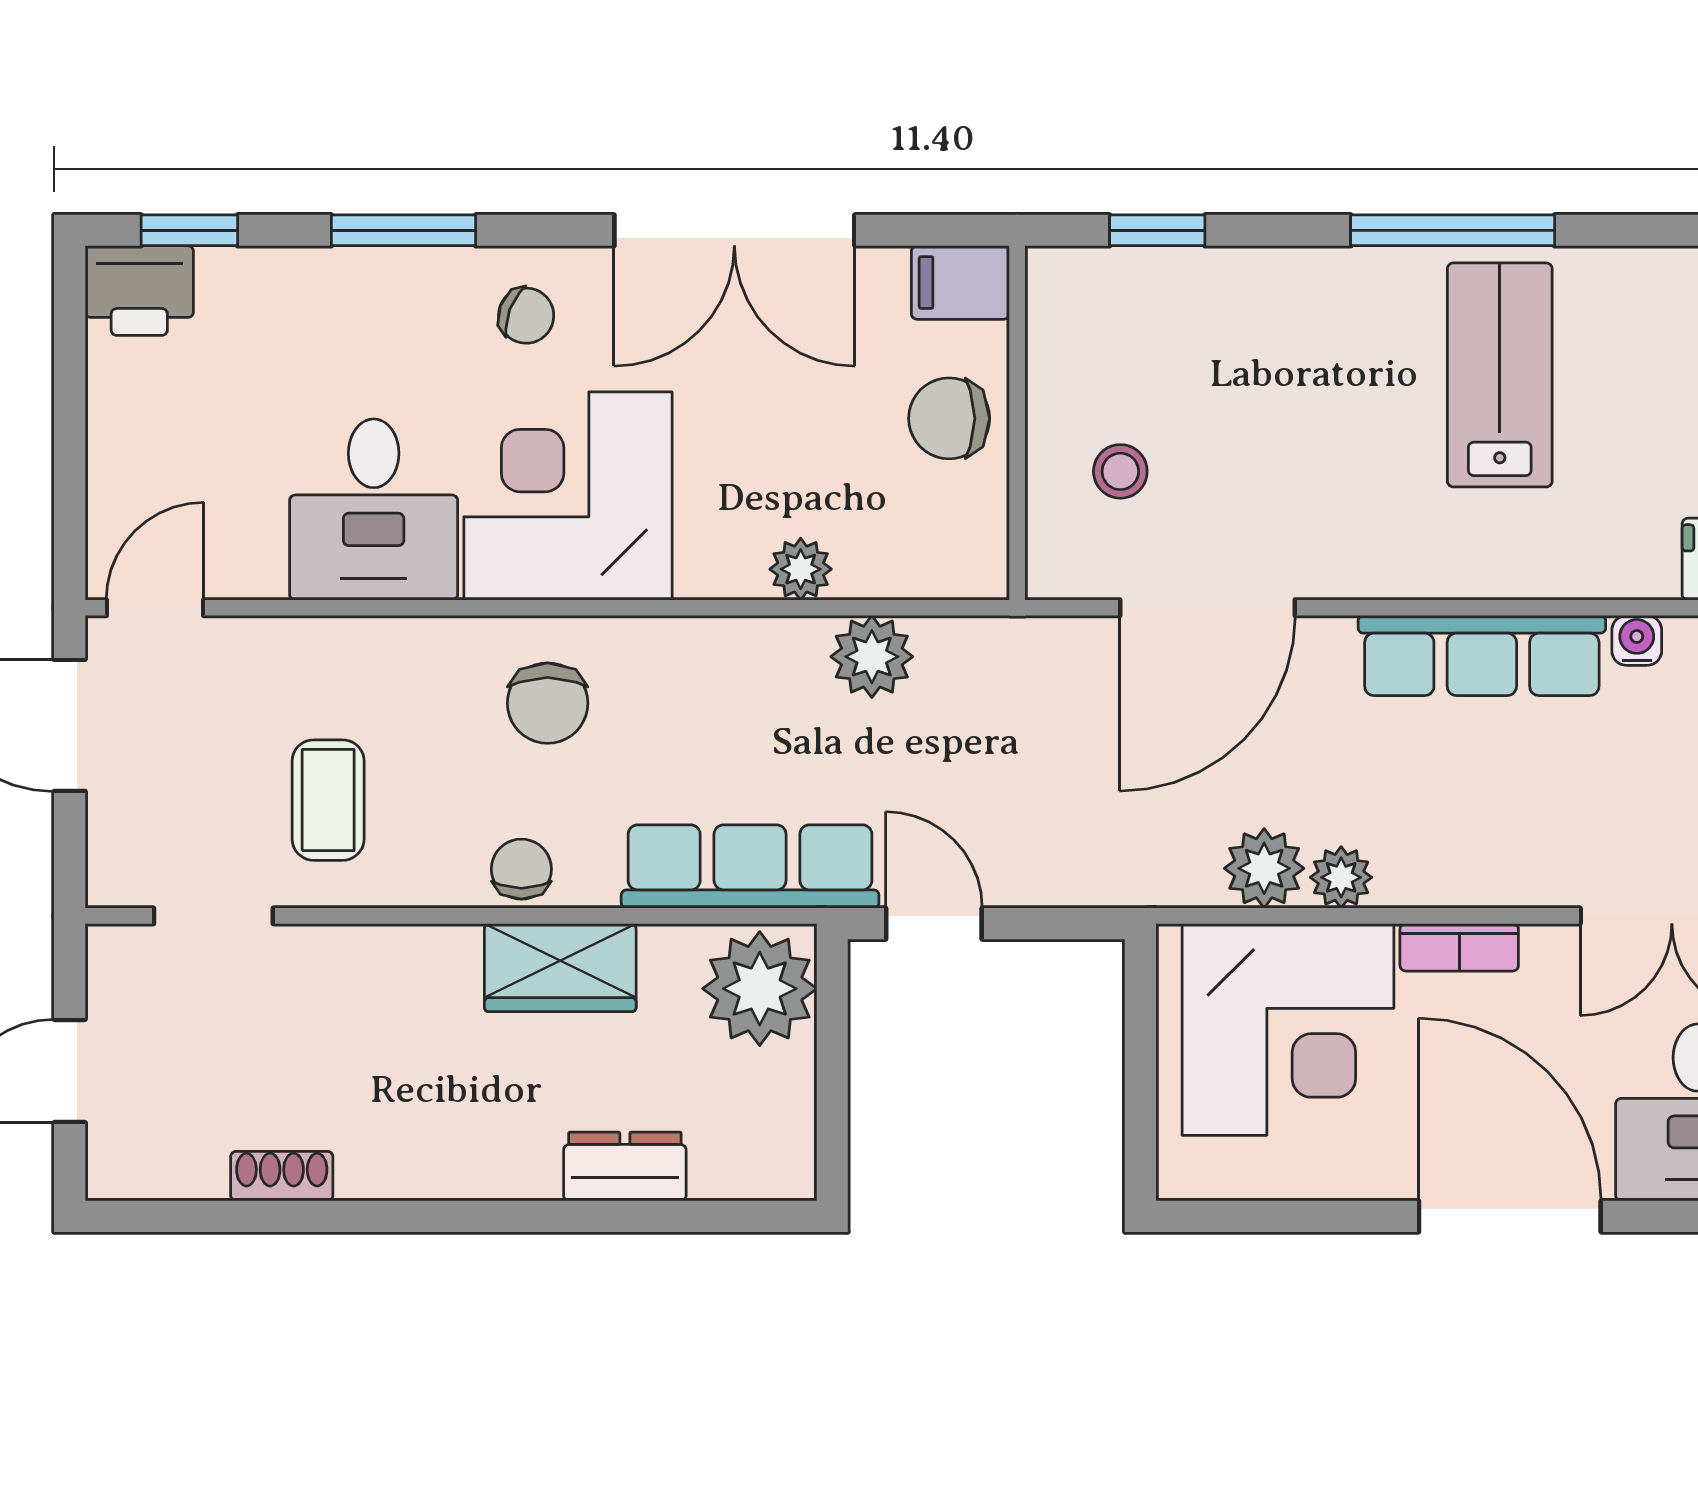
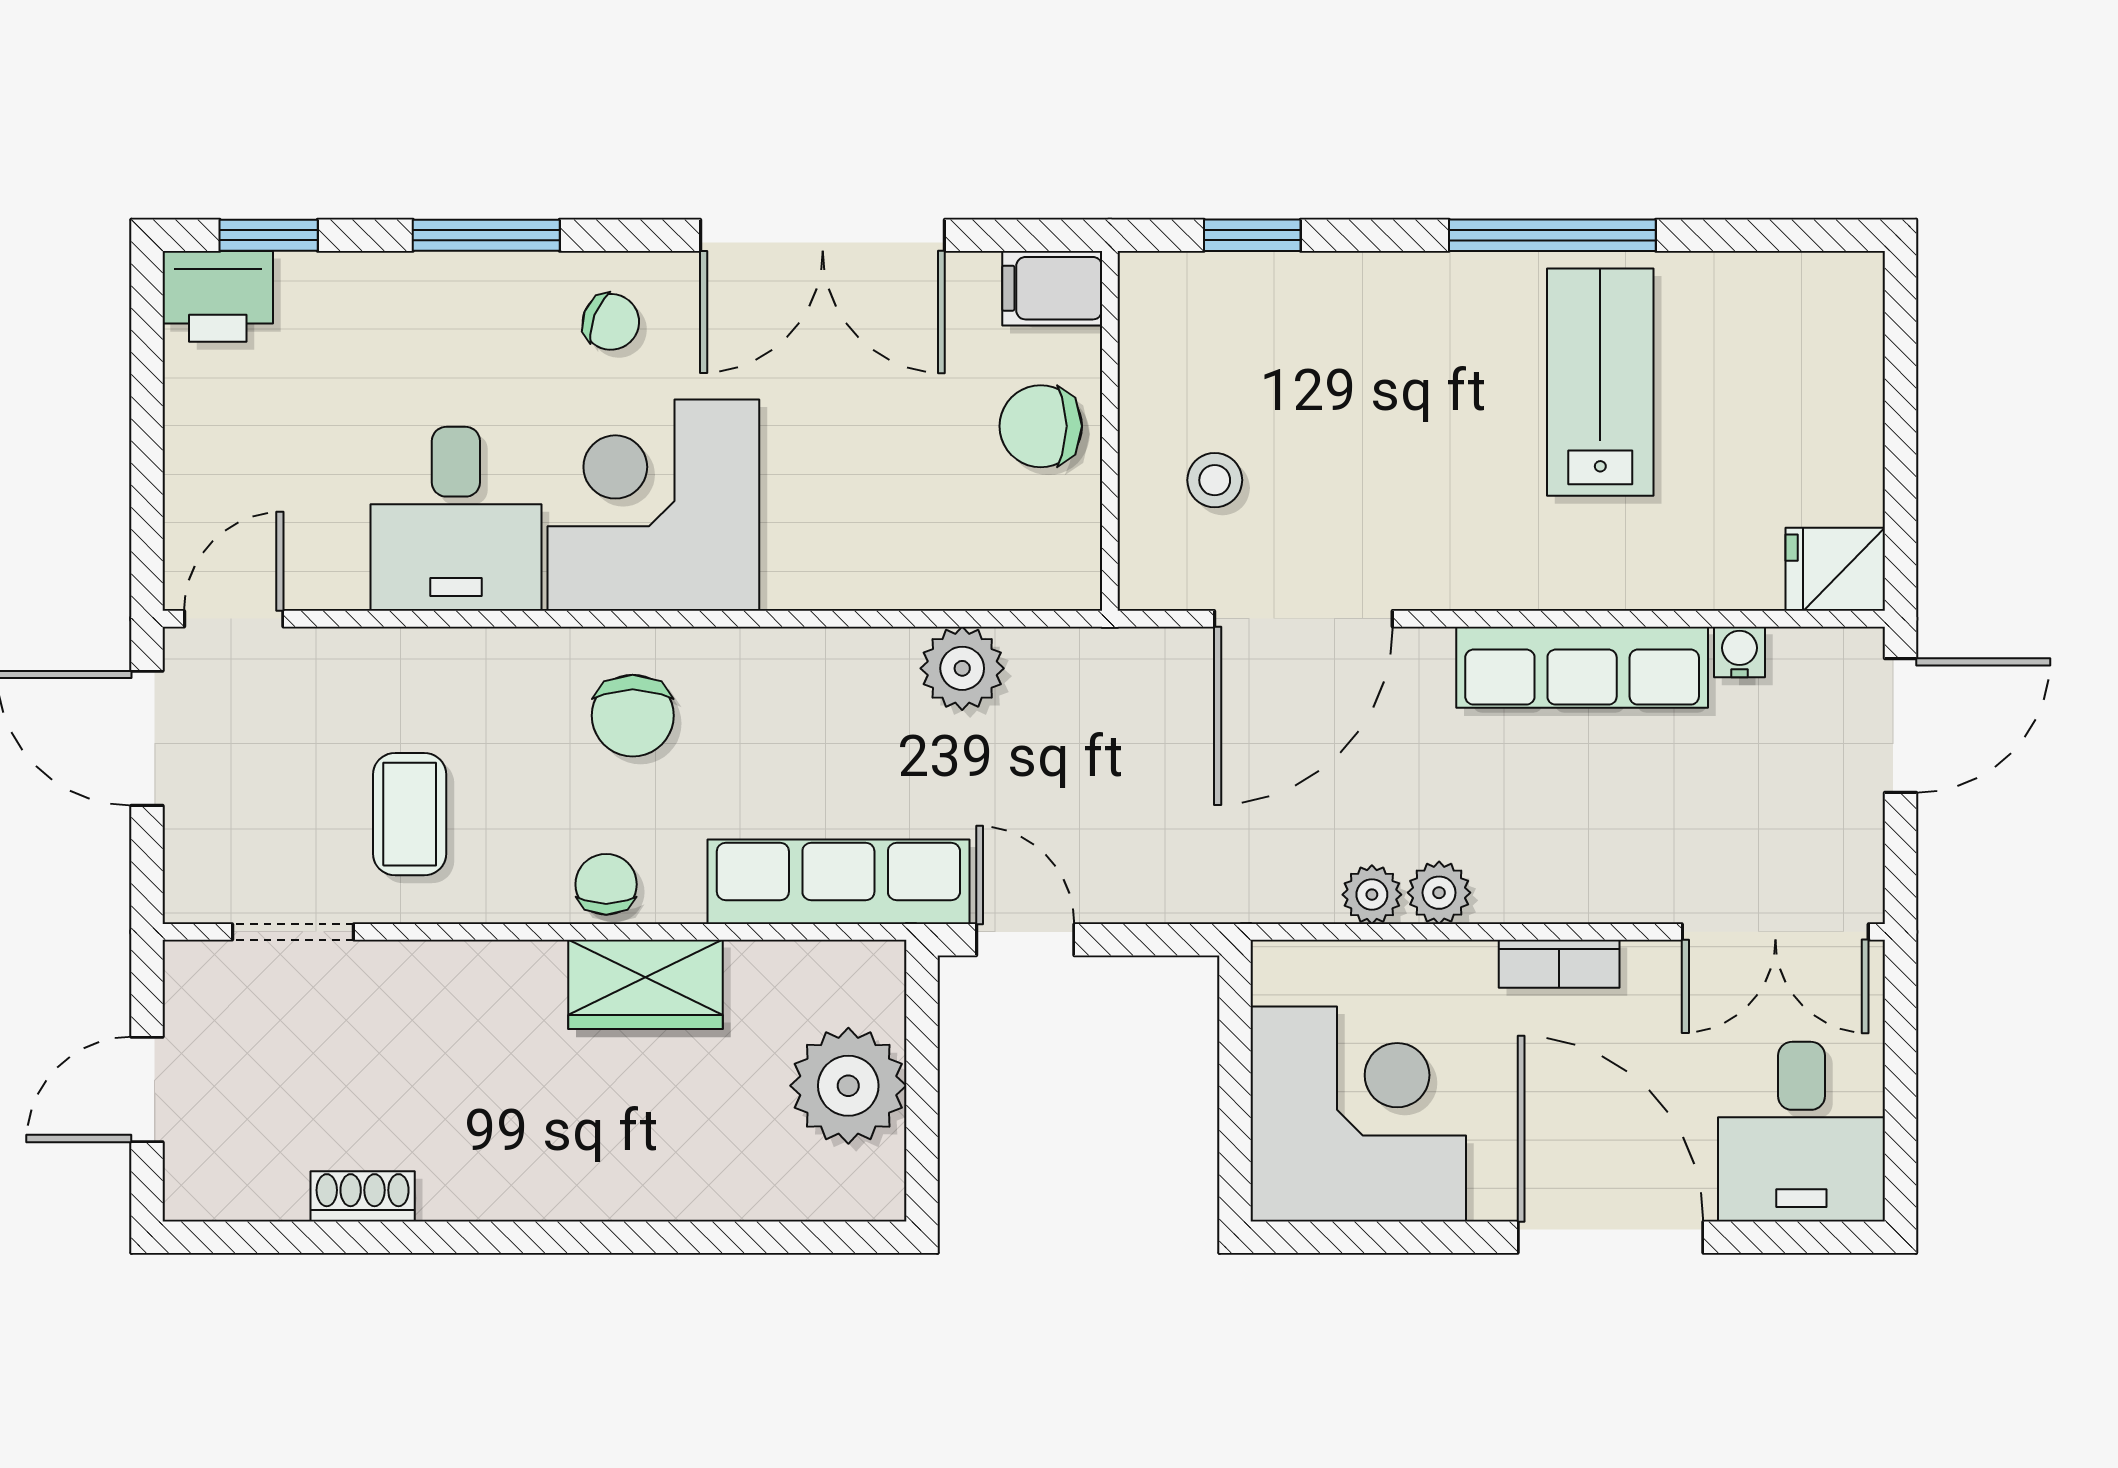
plant: (801, 569) -> (890, 579), removed
plant: (1264, 868) -> (1372, 895), width x0.73, depth x0.73
plant: (760, 989) -> (848, 1086), moved
corner desk: (1288, 1029) -> (1358, 1114), moved, turned -90
dresser: (625, 1166) -> (711, 1186), removed

